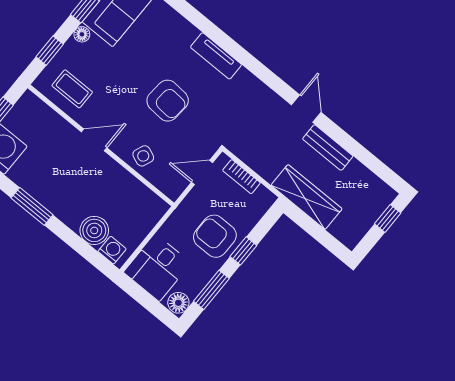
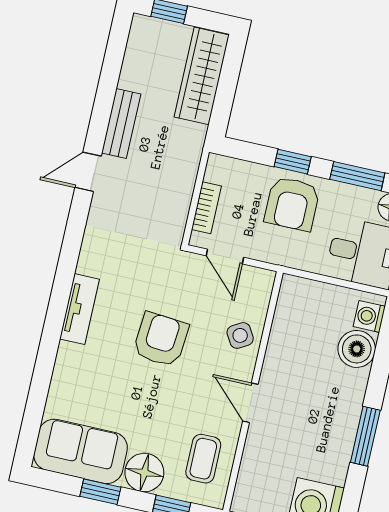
floor lamp: (82, 34) -> (144, 473), width x1.89, depth x1.89
side table: (143, 156) -> (240, 335), turned 38
wardrobe: (307, 197) -> (202, 76), moved

